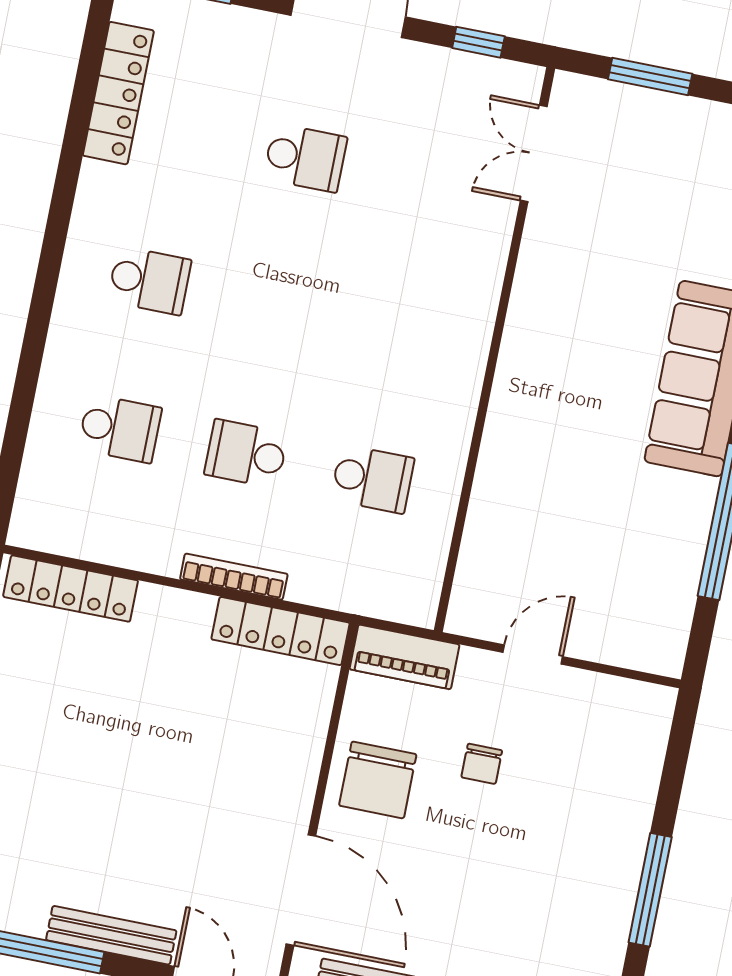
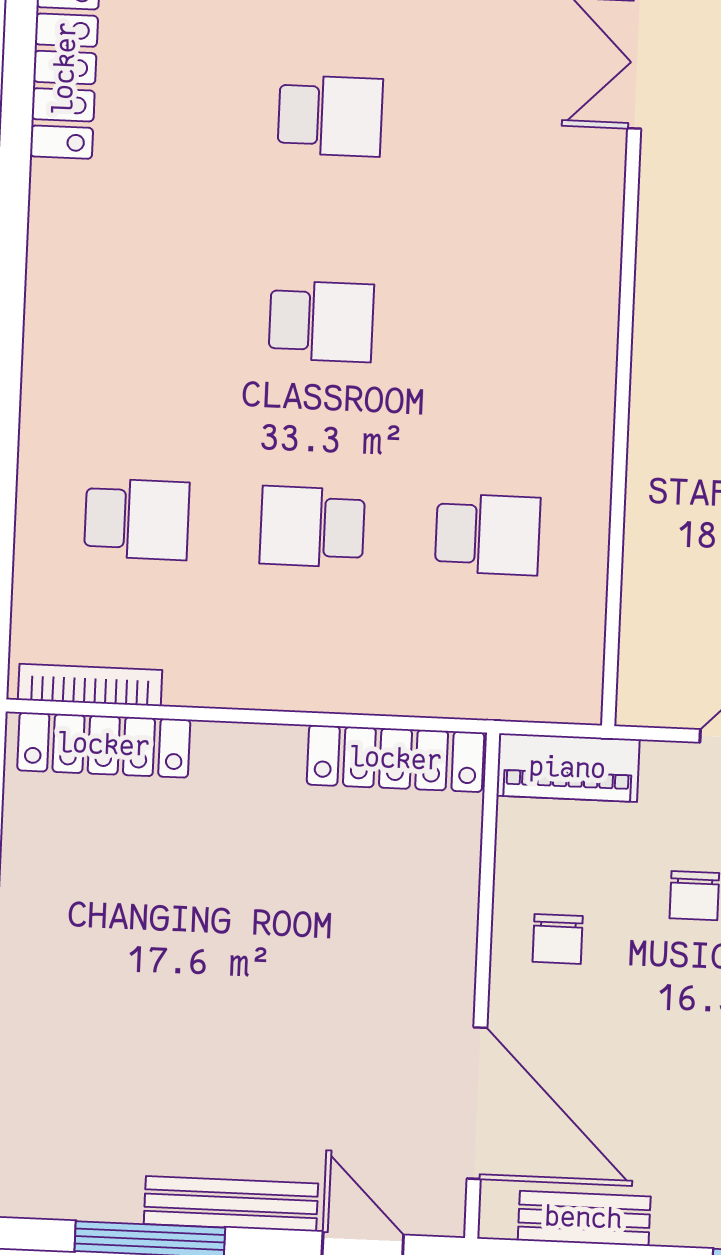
school desk: (149, 281) -> (321, 321), moved
bookcase: (234, 577) -> (90, 685), moved
chair: (378, 780) -> (558, 939), width x0.54, depth x0.54

